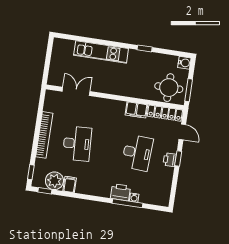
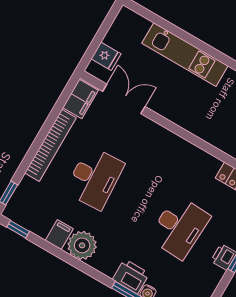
fridge: (56, 71) -> (106, 56), added
filing cabinet: (136, 110) -> (80, 99), moved, turned -90
plant: (54, 181) -> (82, 245), moved

